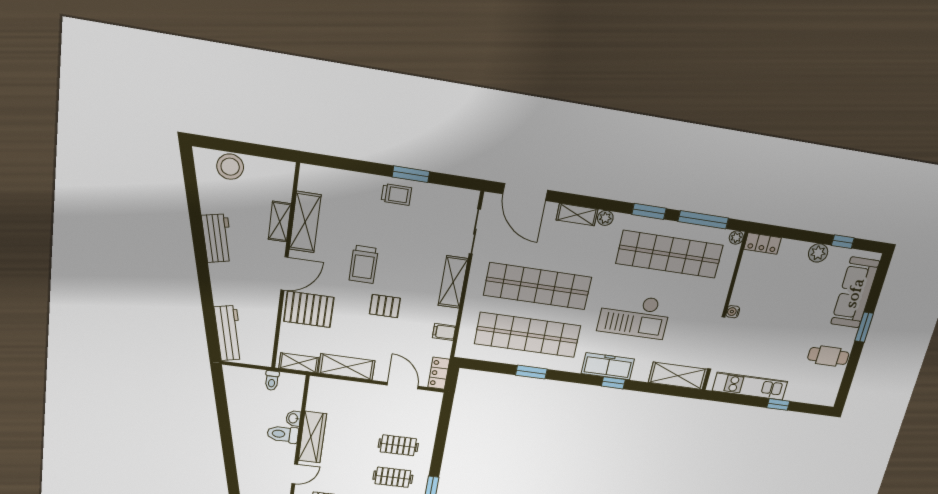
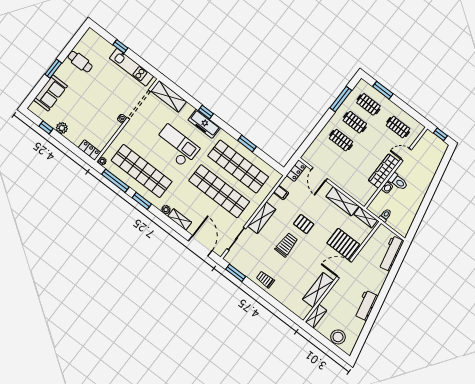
window: (411, 174) -> (236, 273), moved
shelving: (280, 222) -> (316, 316), moved
trolley: (364, 264) -> (286, 245), moved
sofa: (855, 293) -> (50, 93), width x0.73

